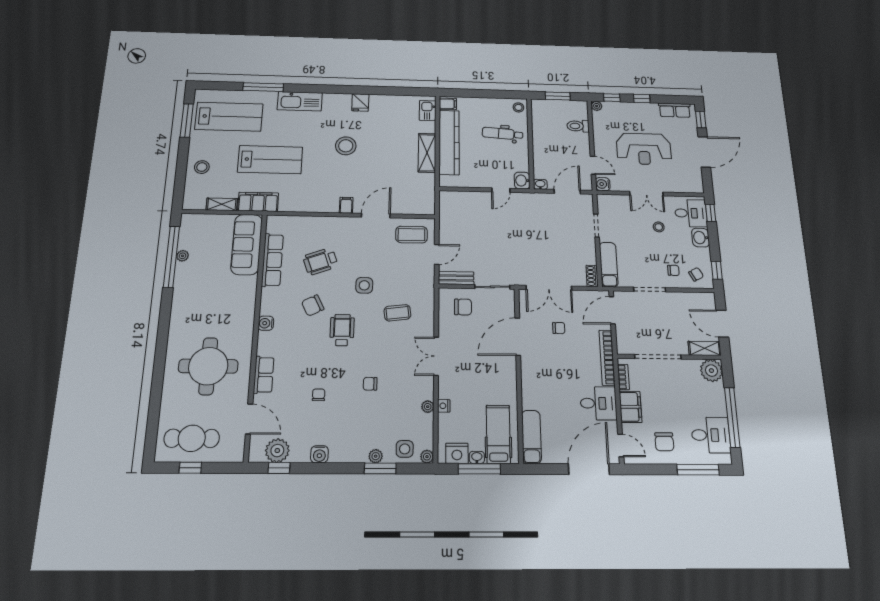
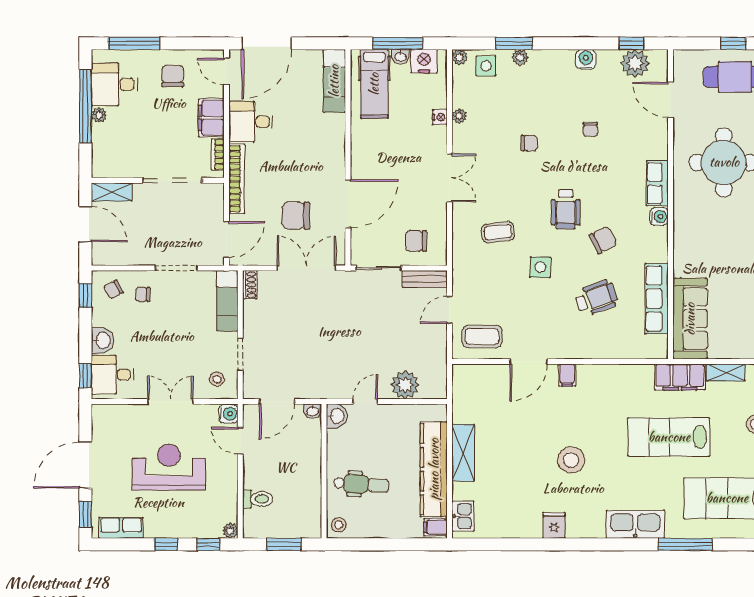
plant: (471, 201) -> (405, 385), added
stool: (659, 227) -> (217, 379), moved
chair: (559, 328) -> (296, 216), width x1.87, depth x1.87
plant: (711, 371) -> (99, 115), moved, width x0.53, depth x0.53
row of seats: (264, 375) -> (657, 183), moved

